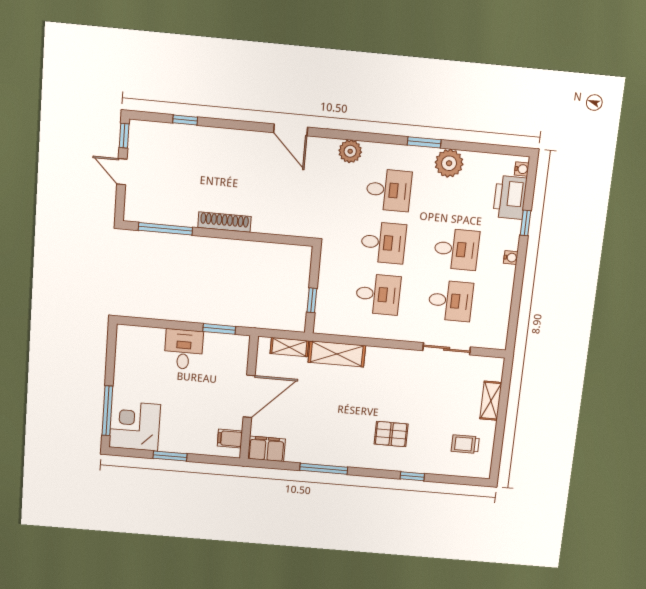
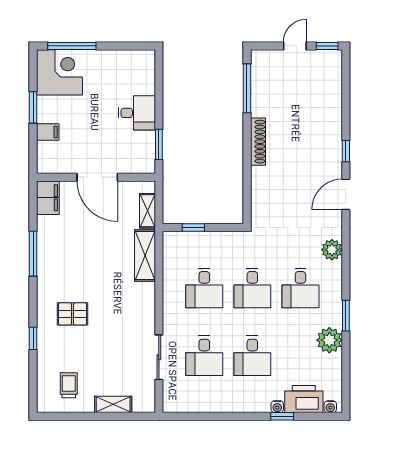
window: (185, 120) -> (346, 151), moved
water cooler: (511, 257) -> (277, 407), moved
pallet: (391, 434) -> (73, 314), turned 90
filing cabinet: (230, 439) -> (48, 132), moved, turned 90

